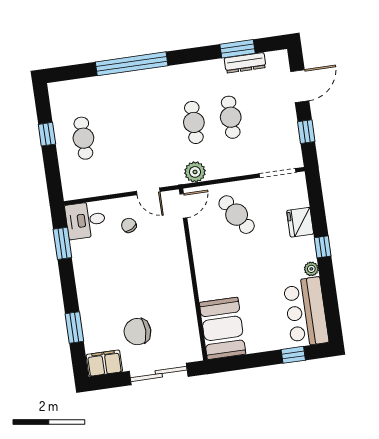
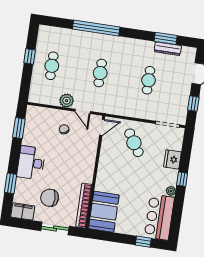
cafe table: (194, 122) -> (100, 73), moved
plant: (195, 172) -> (67, 101), moved
desk: (86, 220) -> (31, 163), moved, width x1.37
bookcase: (191, 328) -> (84, 206), added
sliding door: (159, 374) -> (55, 228), width x0.73

